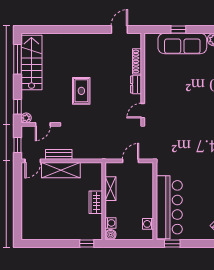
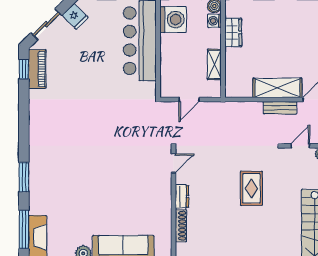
wardrobe: (96, 202) -> (233, 32), moved
washing machine: (148, 224) -> (173, 20), width x1.89, depth x1.89

